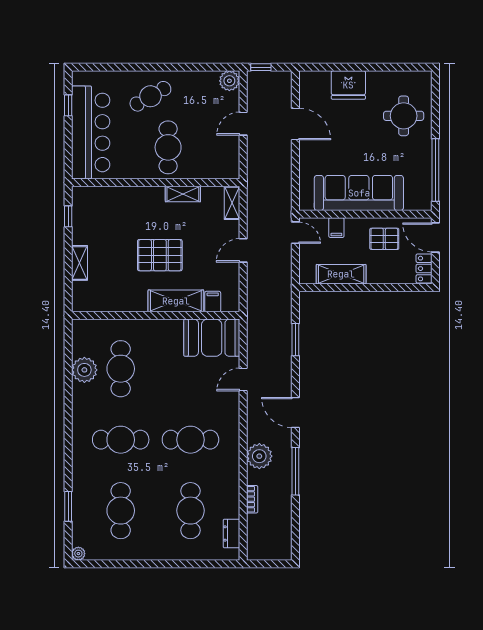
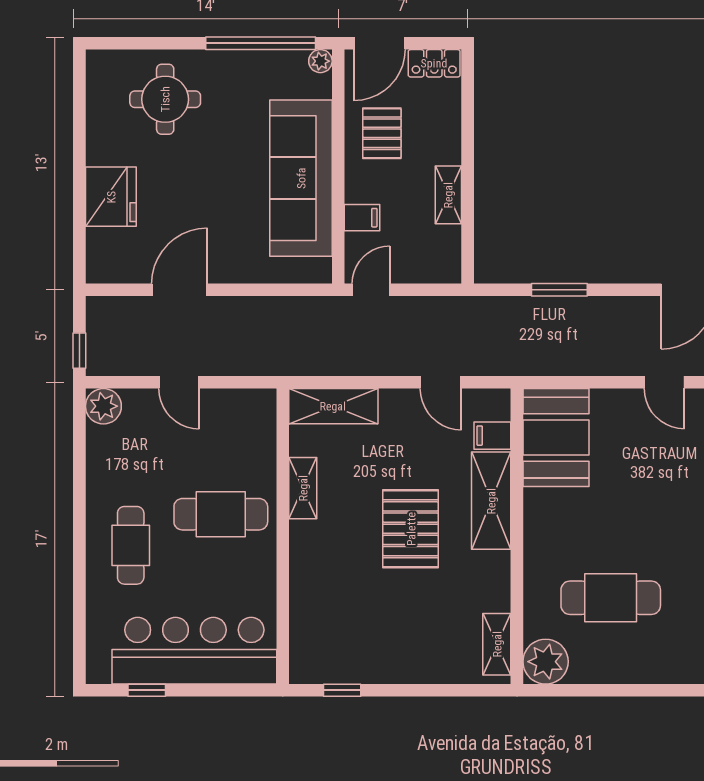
cafe table: (150, 96) -> (131, 545), turned 30
shelving: (232, 203) -> (333, 406), width x1.50, depth x1.33
plant: (425, 204) -> (320, 61), added
door: (243, 250) -> (441, 382), moved
shelving: (80, 263) -> (497, 644), moved, turned 90
shelving: (341, 274) -> (448, 195), width x0.67, depth x0.75
plant: (84, 370) -> (546, 662), moved
door: (243, 380) -> (664, 382), moved

